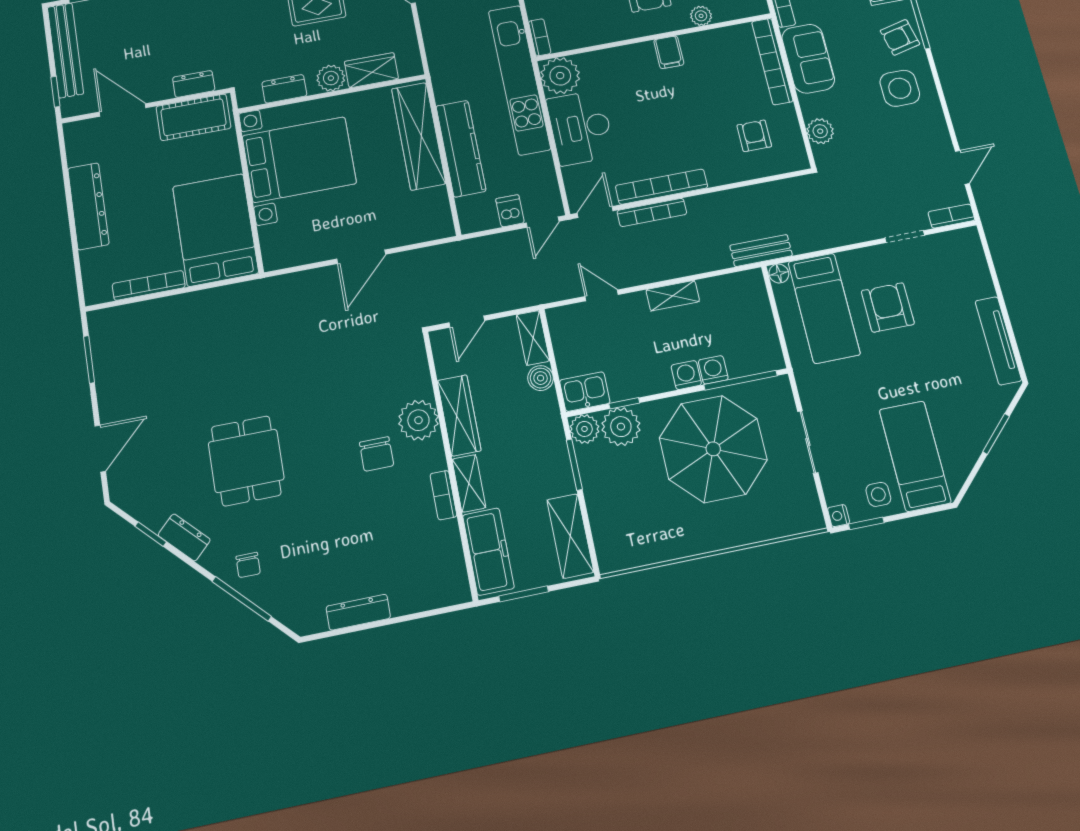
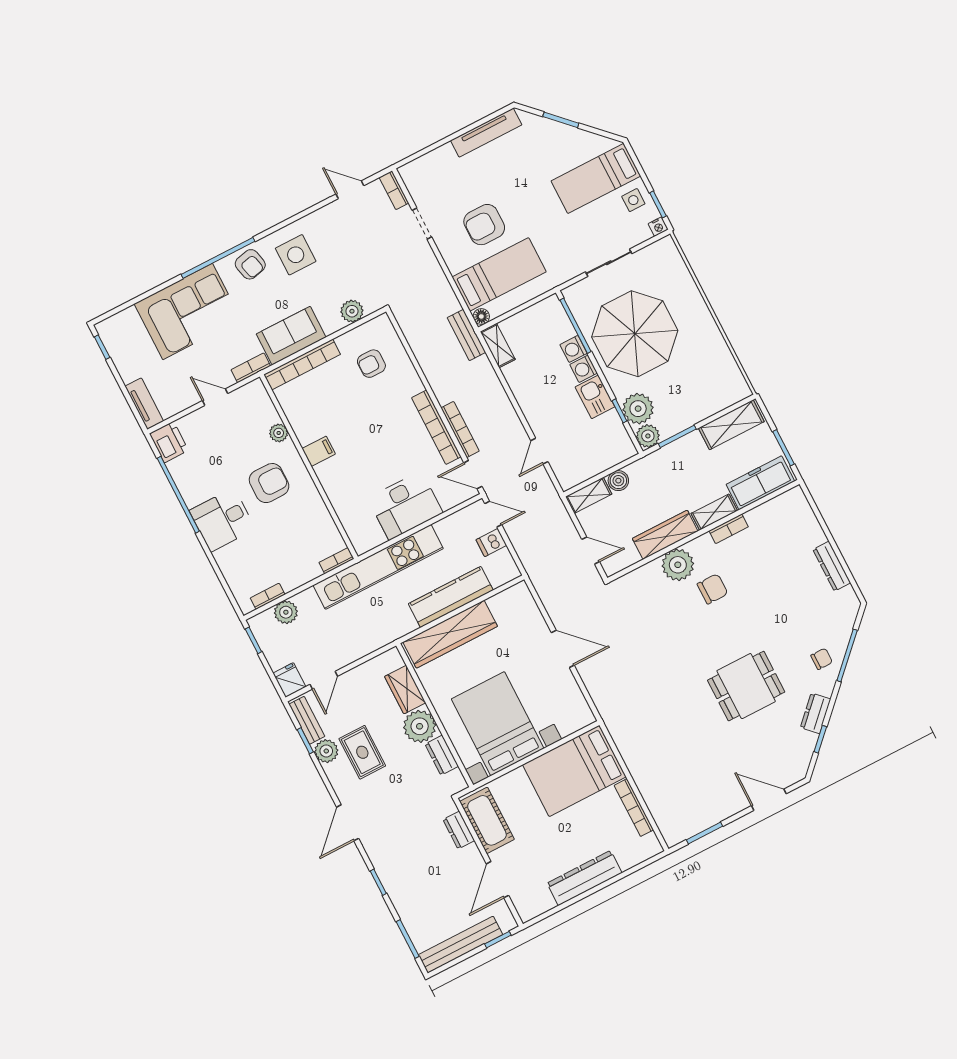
plant: (560, 76) -> (365, 534), removed
plant: (331, 78) -> (420, 726), width x1.36, depth x1.36
shelving: (673, 296) -> (498, 346), moved
kitchen sink: (585, 392) -> (595, 397), moved

